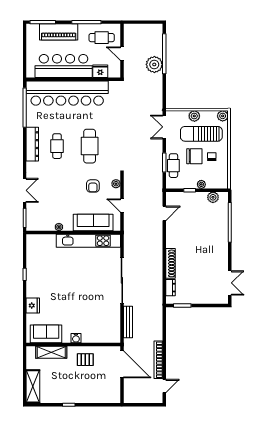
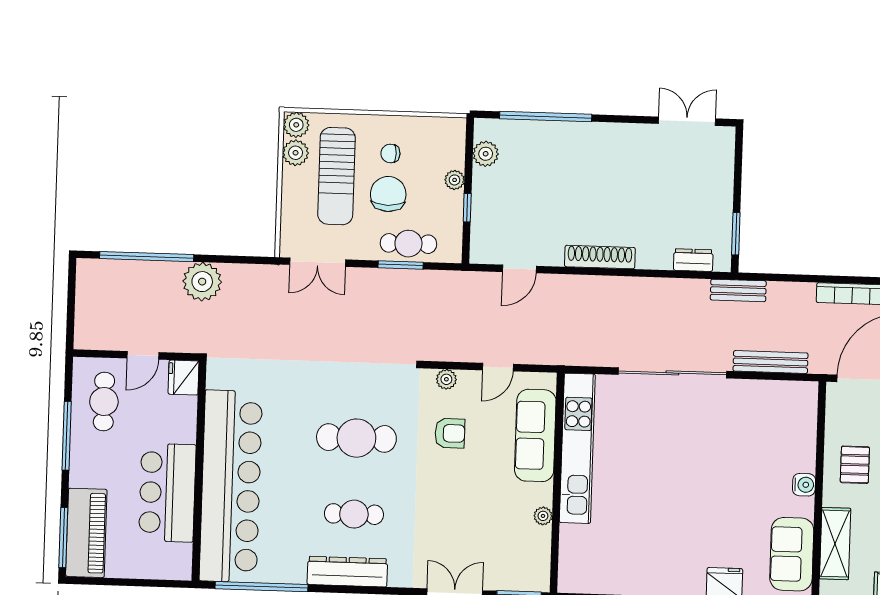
piano: (59, 32) -> (86, 533), moved
plant: (154, 64) -> (202, 282), moved
bar counter: (64, 66) -> (167, 493), width x0.73
fridge: (100, 71) -> (184, 378), moved
plant: (194, 116) -> (296, 153), moved
door: (164, 213) -> (519, 269), swing flipped
shoe rack: (170, 263) -> (600, 257), moved
bench: (158, 307) -> (738, 290), added

